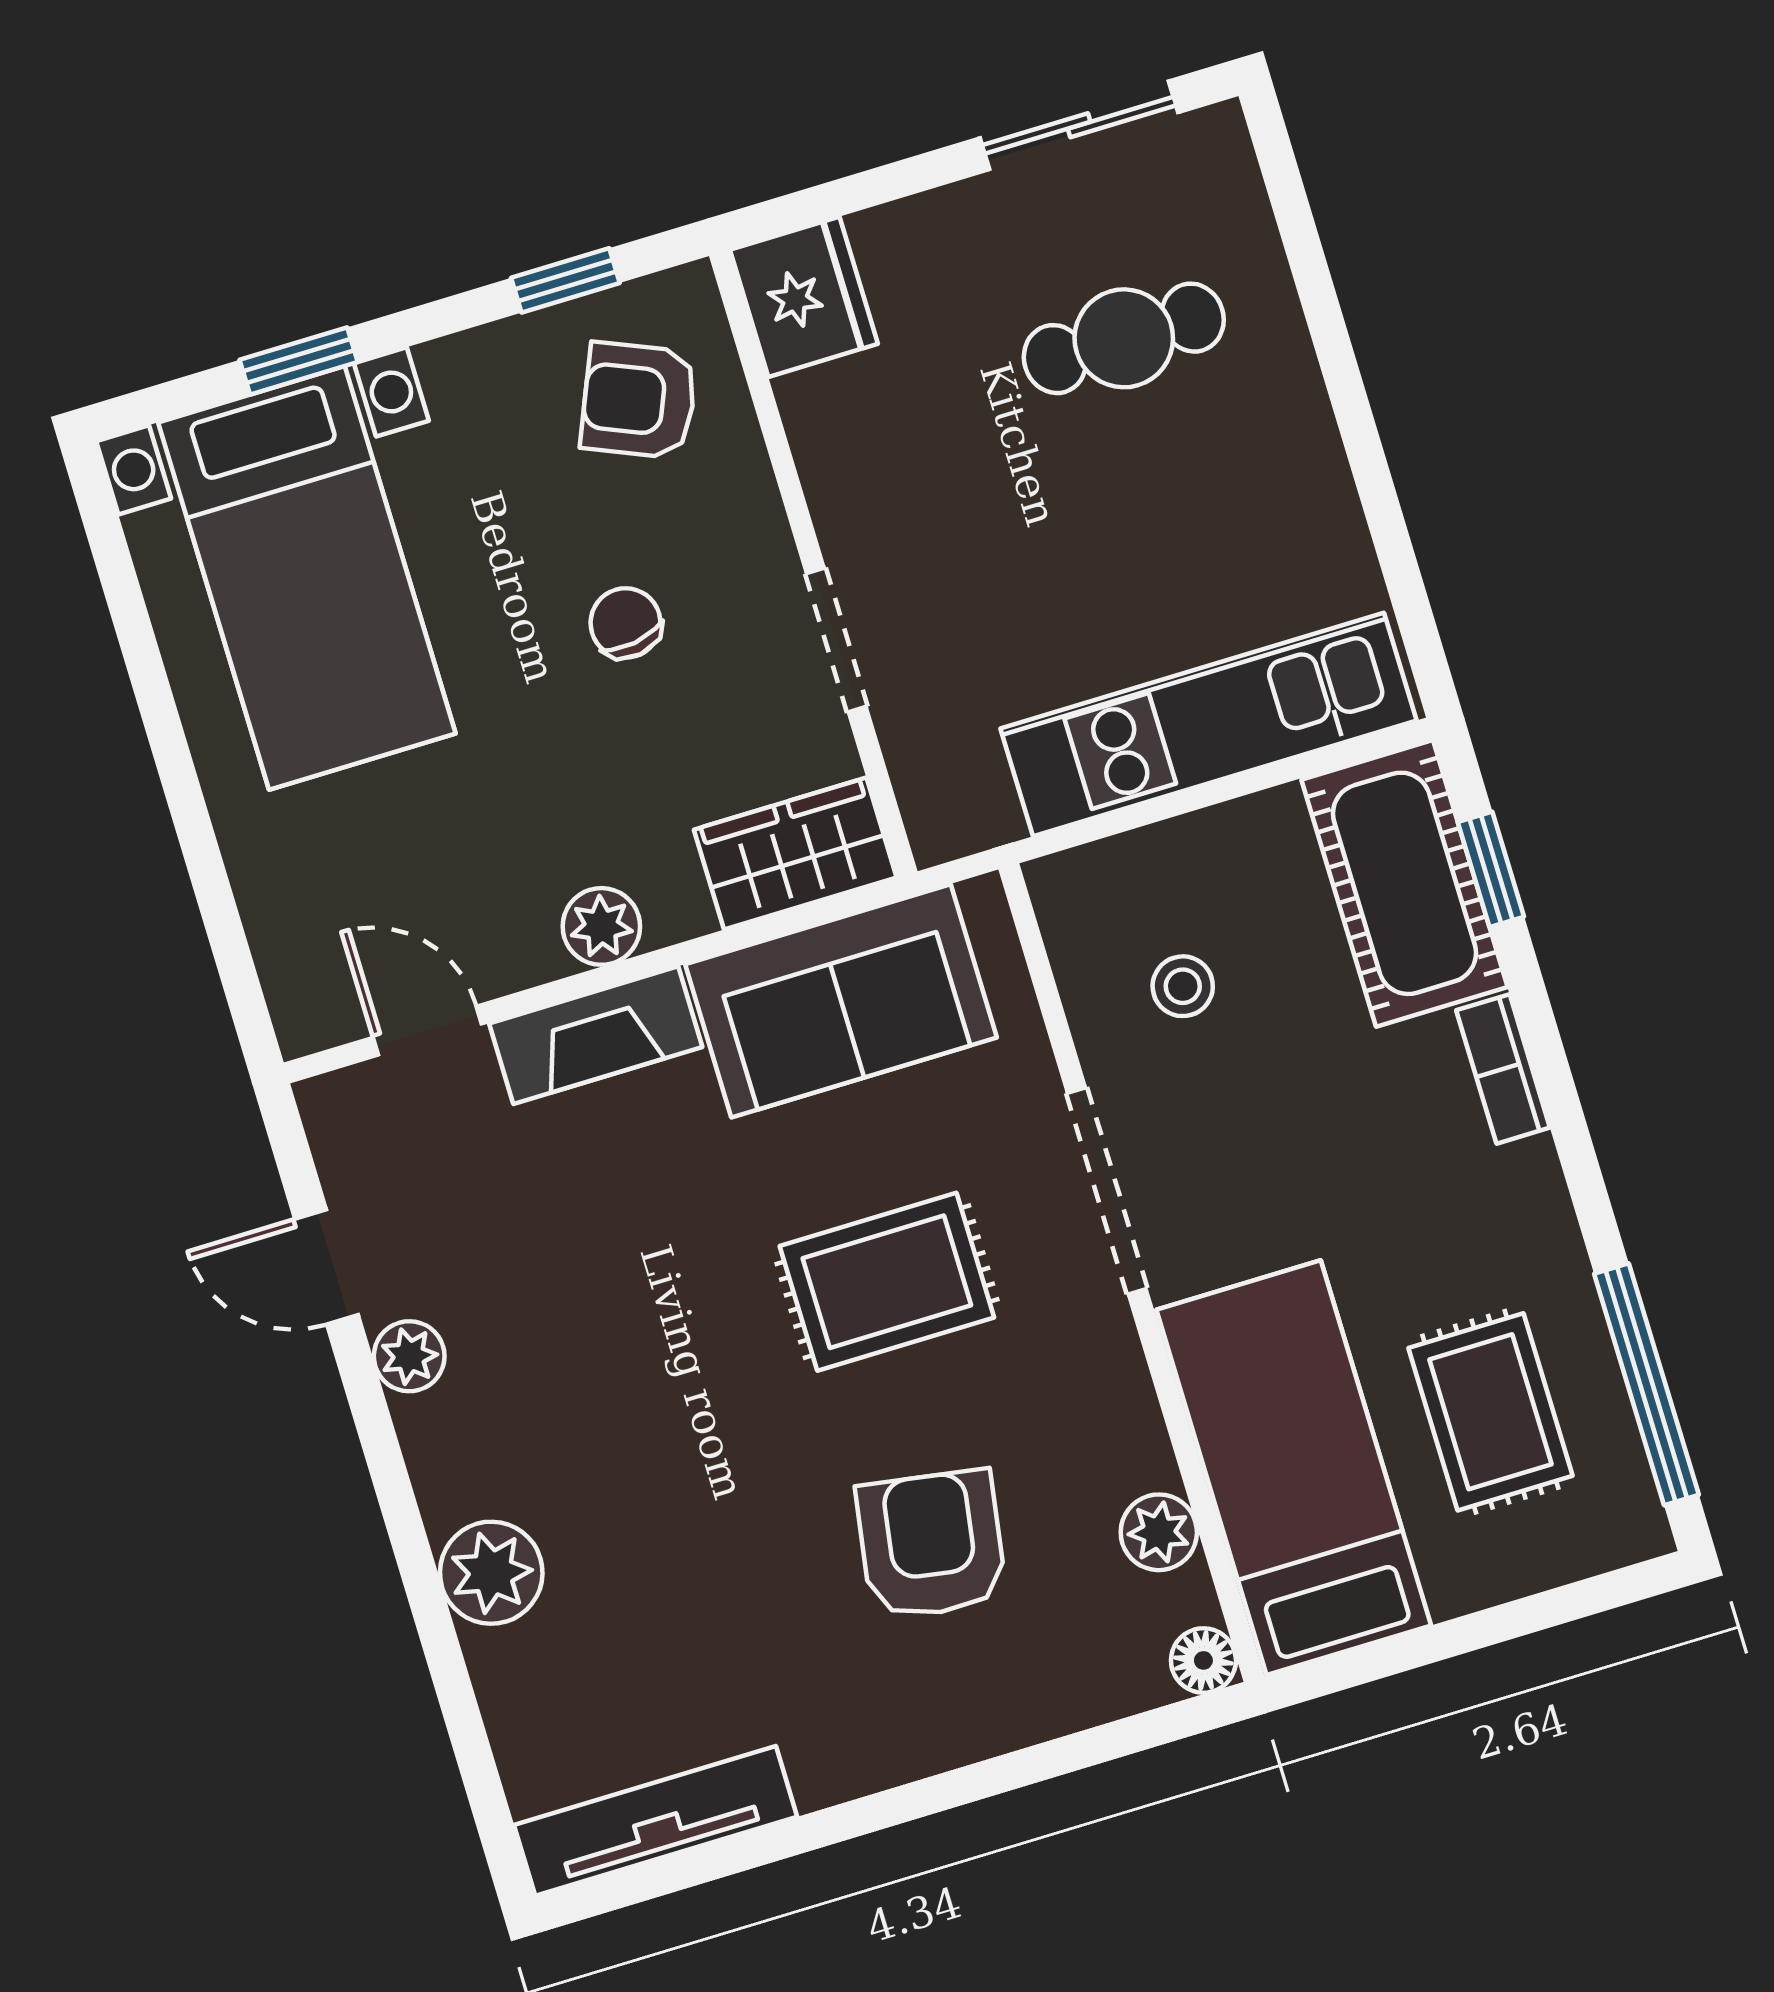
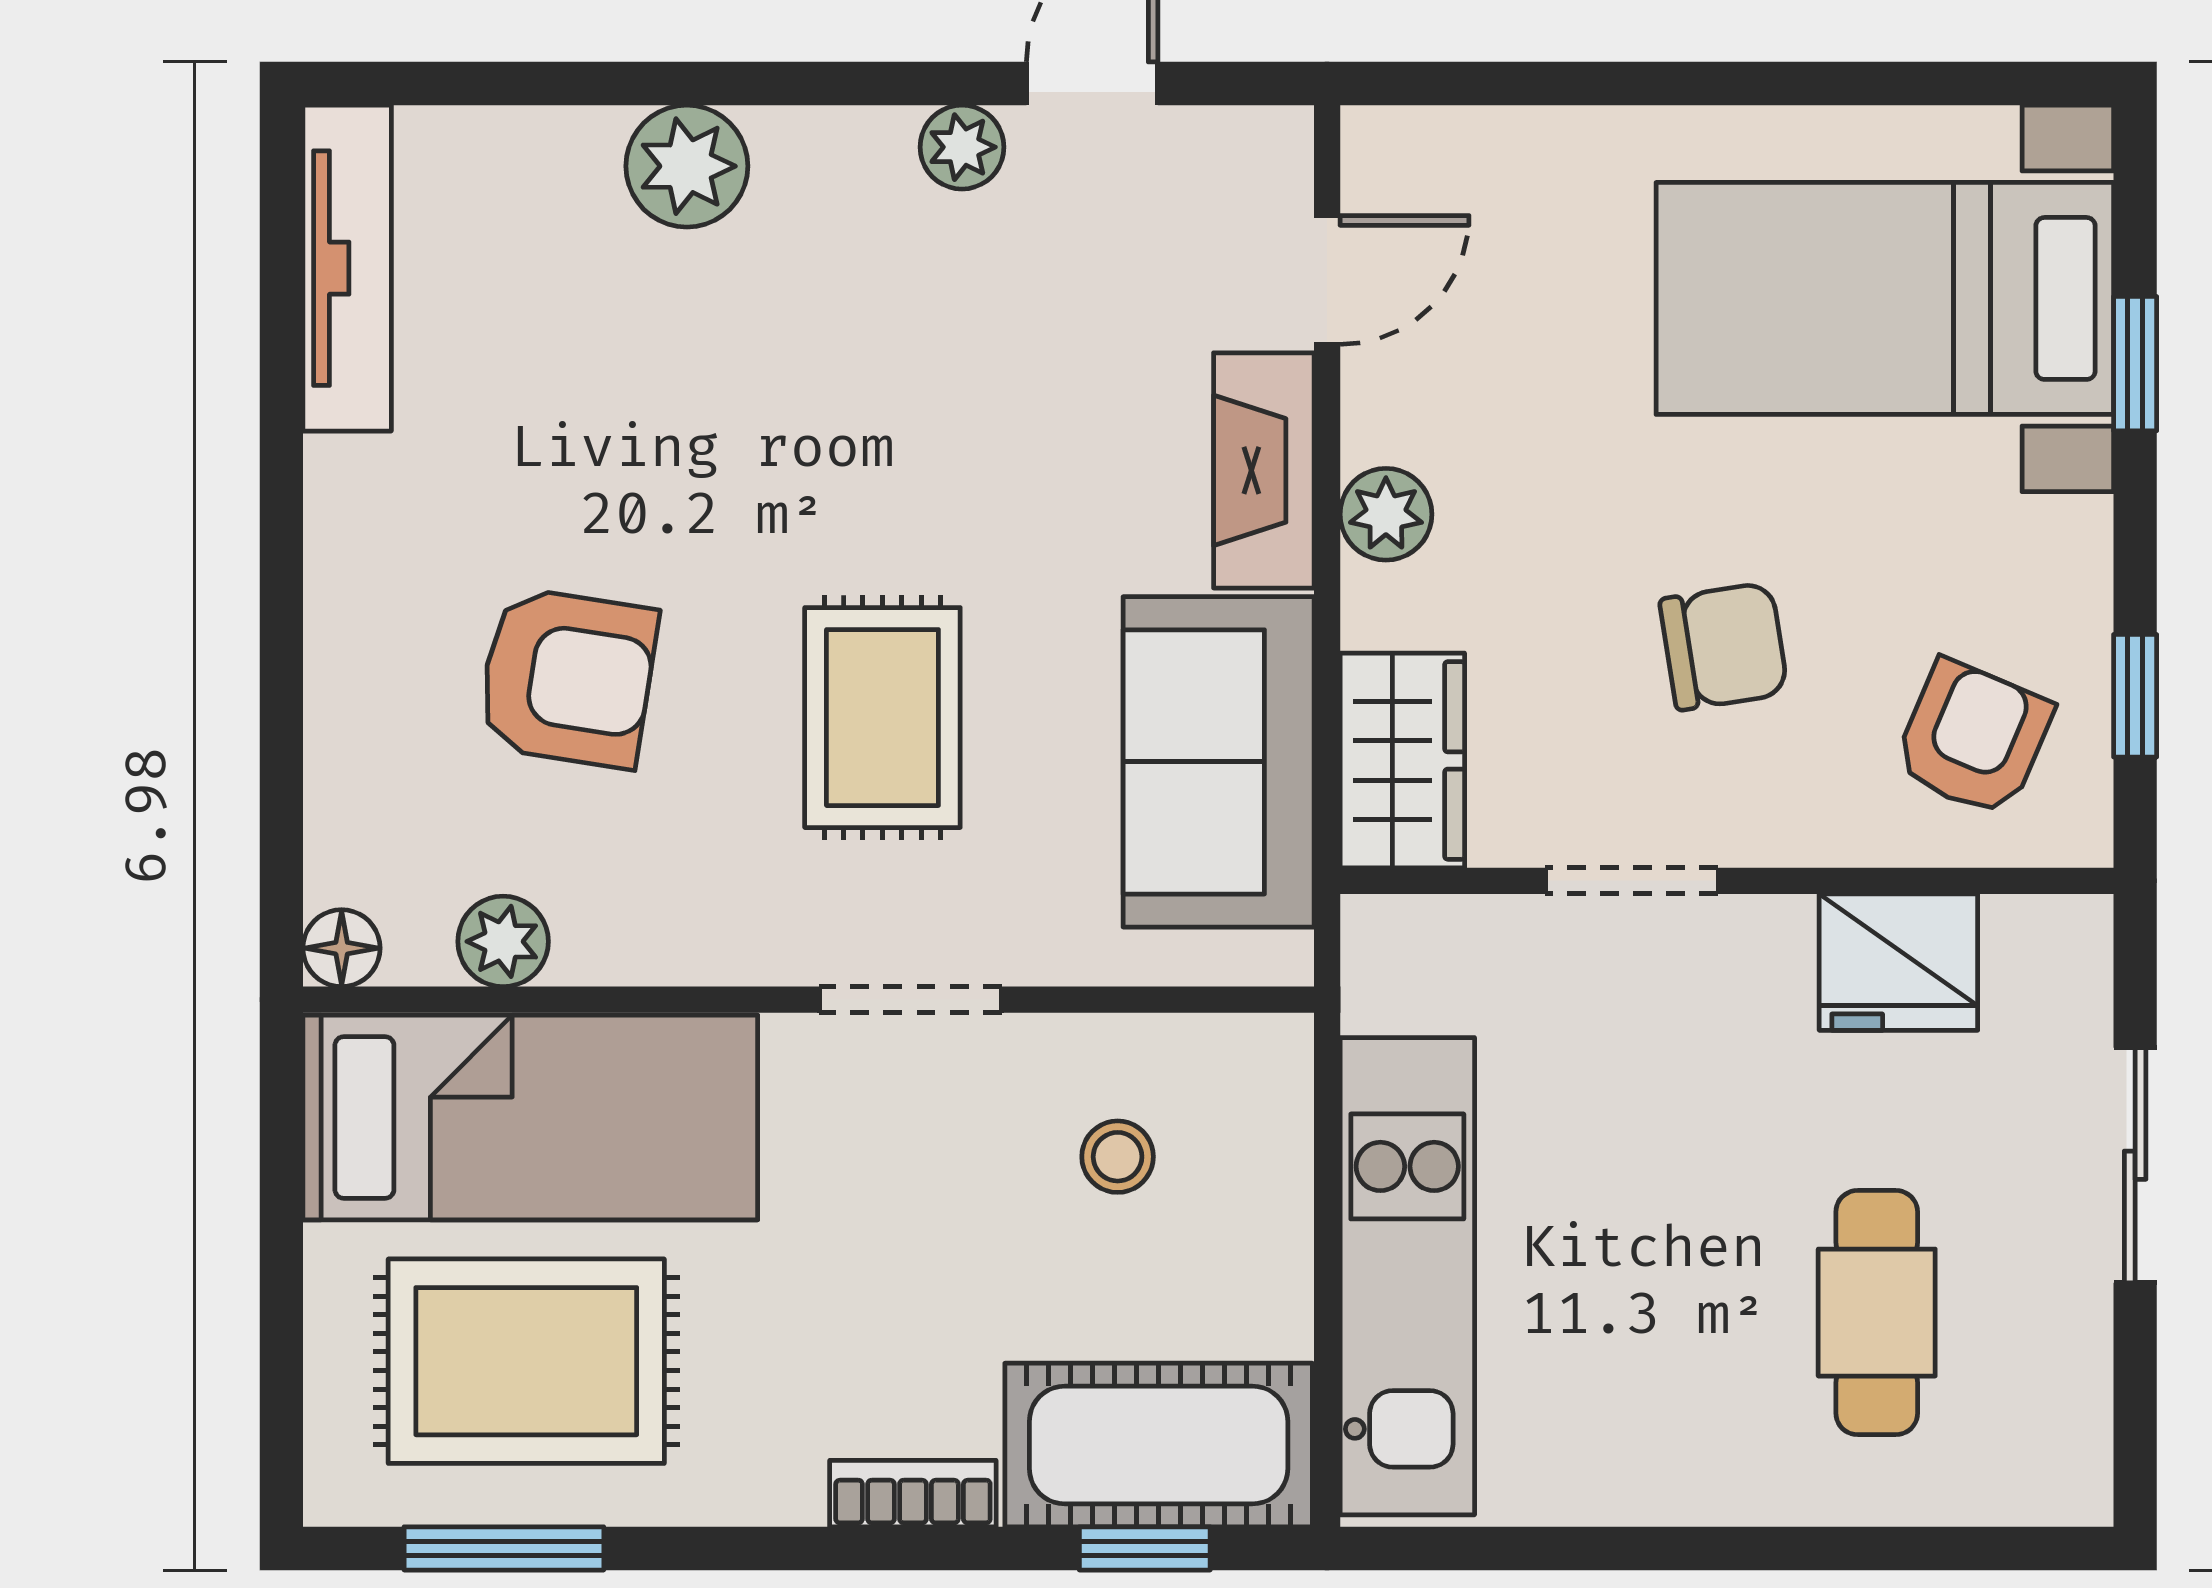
sliding door: (1079, 125) -> (2135, 1165), moved
fridge: (804, 297) -> (1898, 962), moved
chair: (625, 623) -> (1724, 646), width x1.37, depth x1.37
doorway: (1107, 1191) -> (910, 1000), width x0.73
window: (1646, 1384) -> (504, 1548), width x0.69
rug: (1490, 1412) -> (526, 1361), width x1.36, depth x1.43

